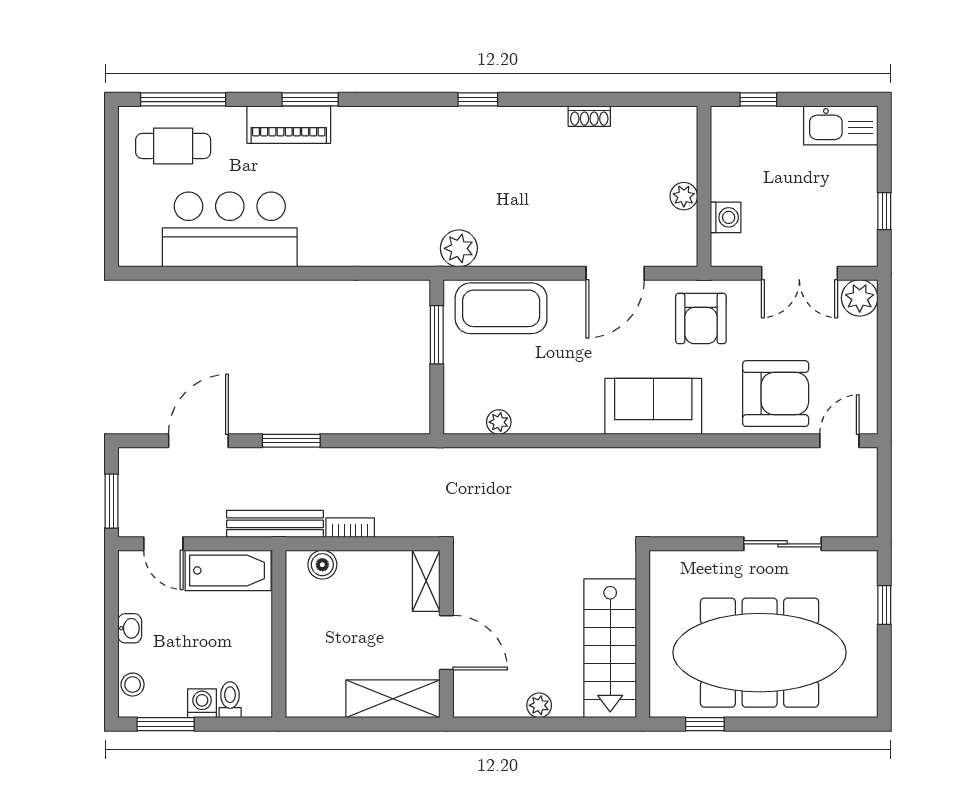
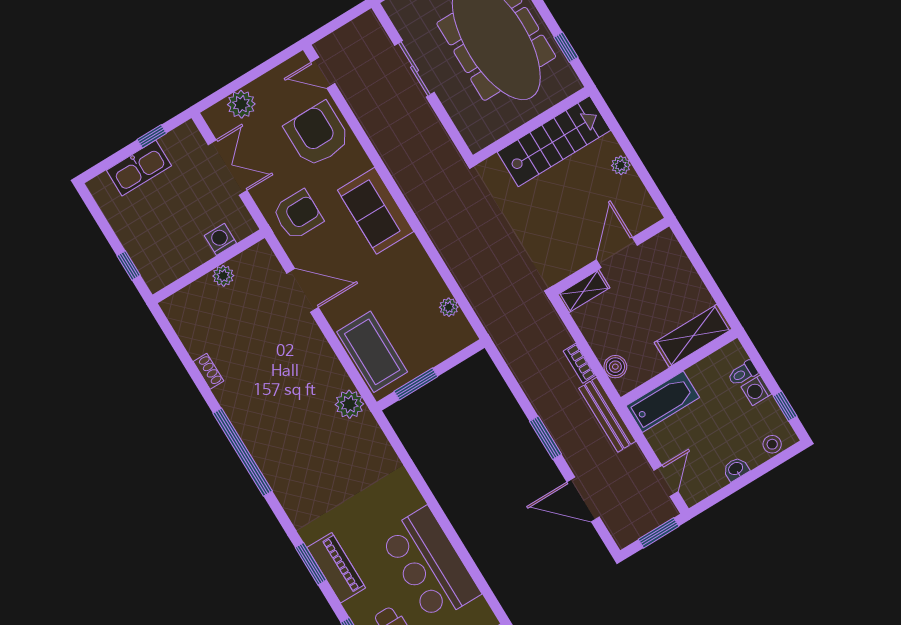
window: (478, 99) -> (243, 452), width x3.17
kitchen sink: (841, 125) -> (139, 168), moved, turned 90
plant: (860, 298) -> (241, 104), moved
bathtub: (228, 570) -> (663, 402), moved, turned 90
shelving: (393, 699) -> (693, 336), moved, turned 90
window: (166, 724) -> (785, 406), width x0.67

